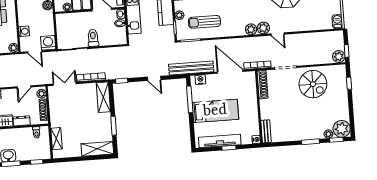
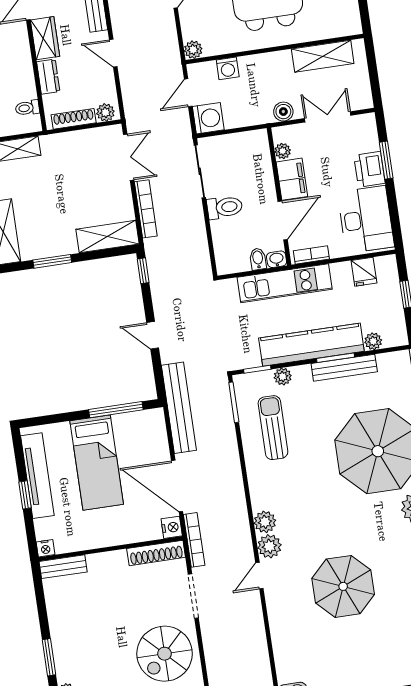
door: (230, 72) -> (177, 486), swing flipped
door: (154, 78) -> (153, 335), hinge flipped
nightstand: (200, 80) -> (172, 527), moved
door: (24, 87) -> (113, 53), moved

